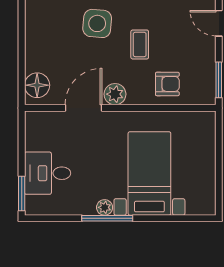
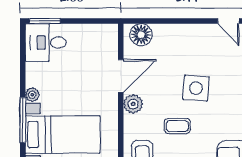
door: (84, 108) -> (121, 76), hinge flipped
desk: (48, 173) -> (46, 43), moved, turned -90
window: (107, 218) -> (23, 120), moved

